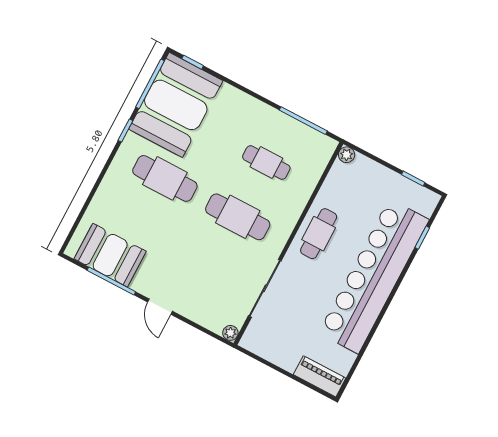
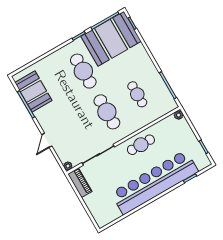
door: (160, 307) -> (47, 140), moved
piano: (320, 376) -> (80, 183), moved

